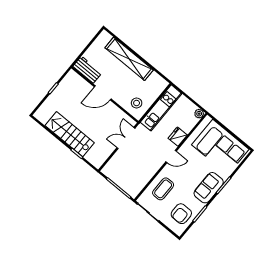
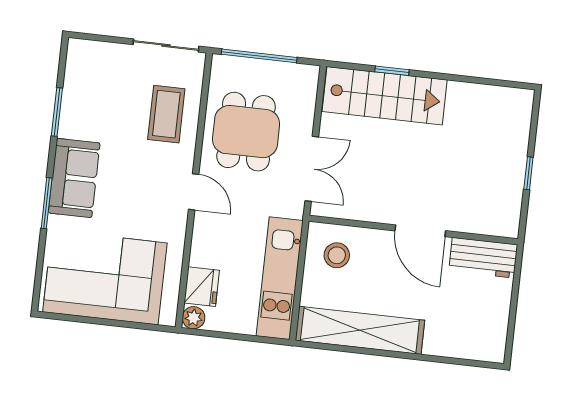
shelving: (129, 59) -> (360, 330), moved
door: (103, 93) -> (420, 231), swing flipped
stairs: (70, 134) -> (385, 96), moved
fridge: (178, 137) -> (202, 287), moved
door: (171, 156) -> (194, 192), swing flipped
dining table: (140, 165) -> (246, 132), added
armchair: (181, 214) -> (95, 88), removed

